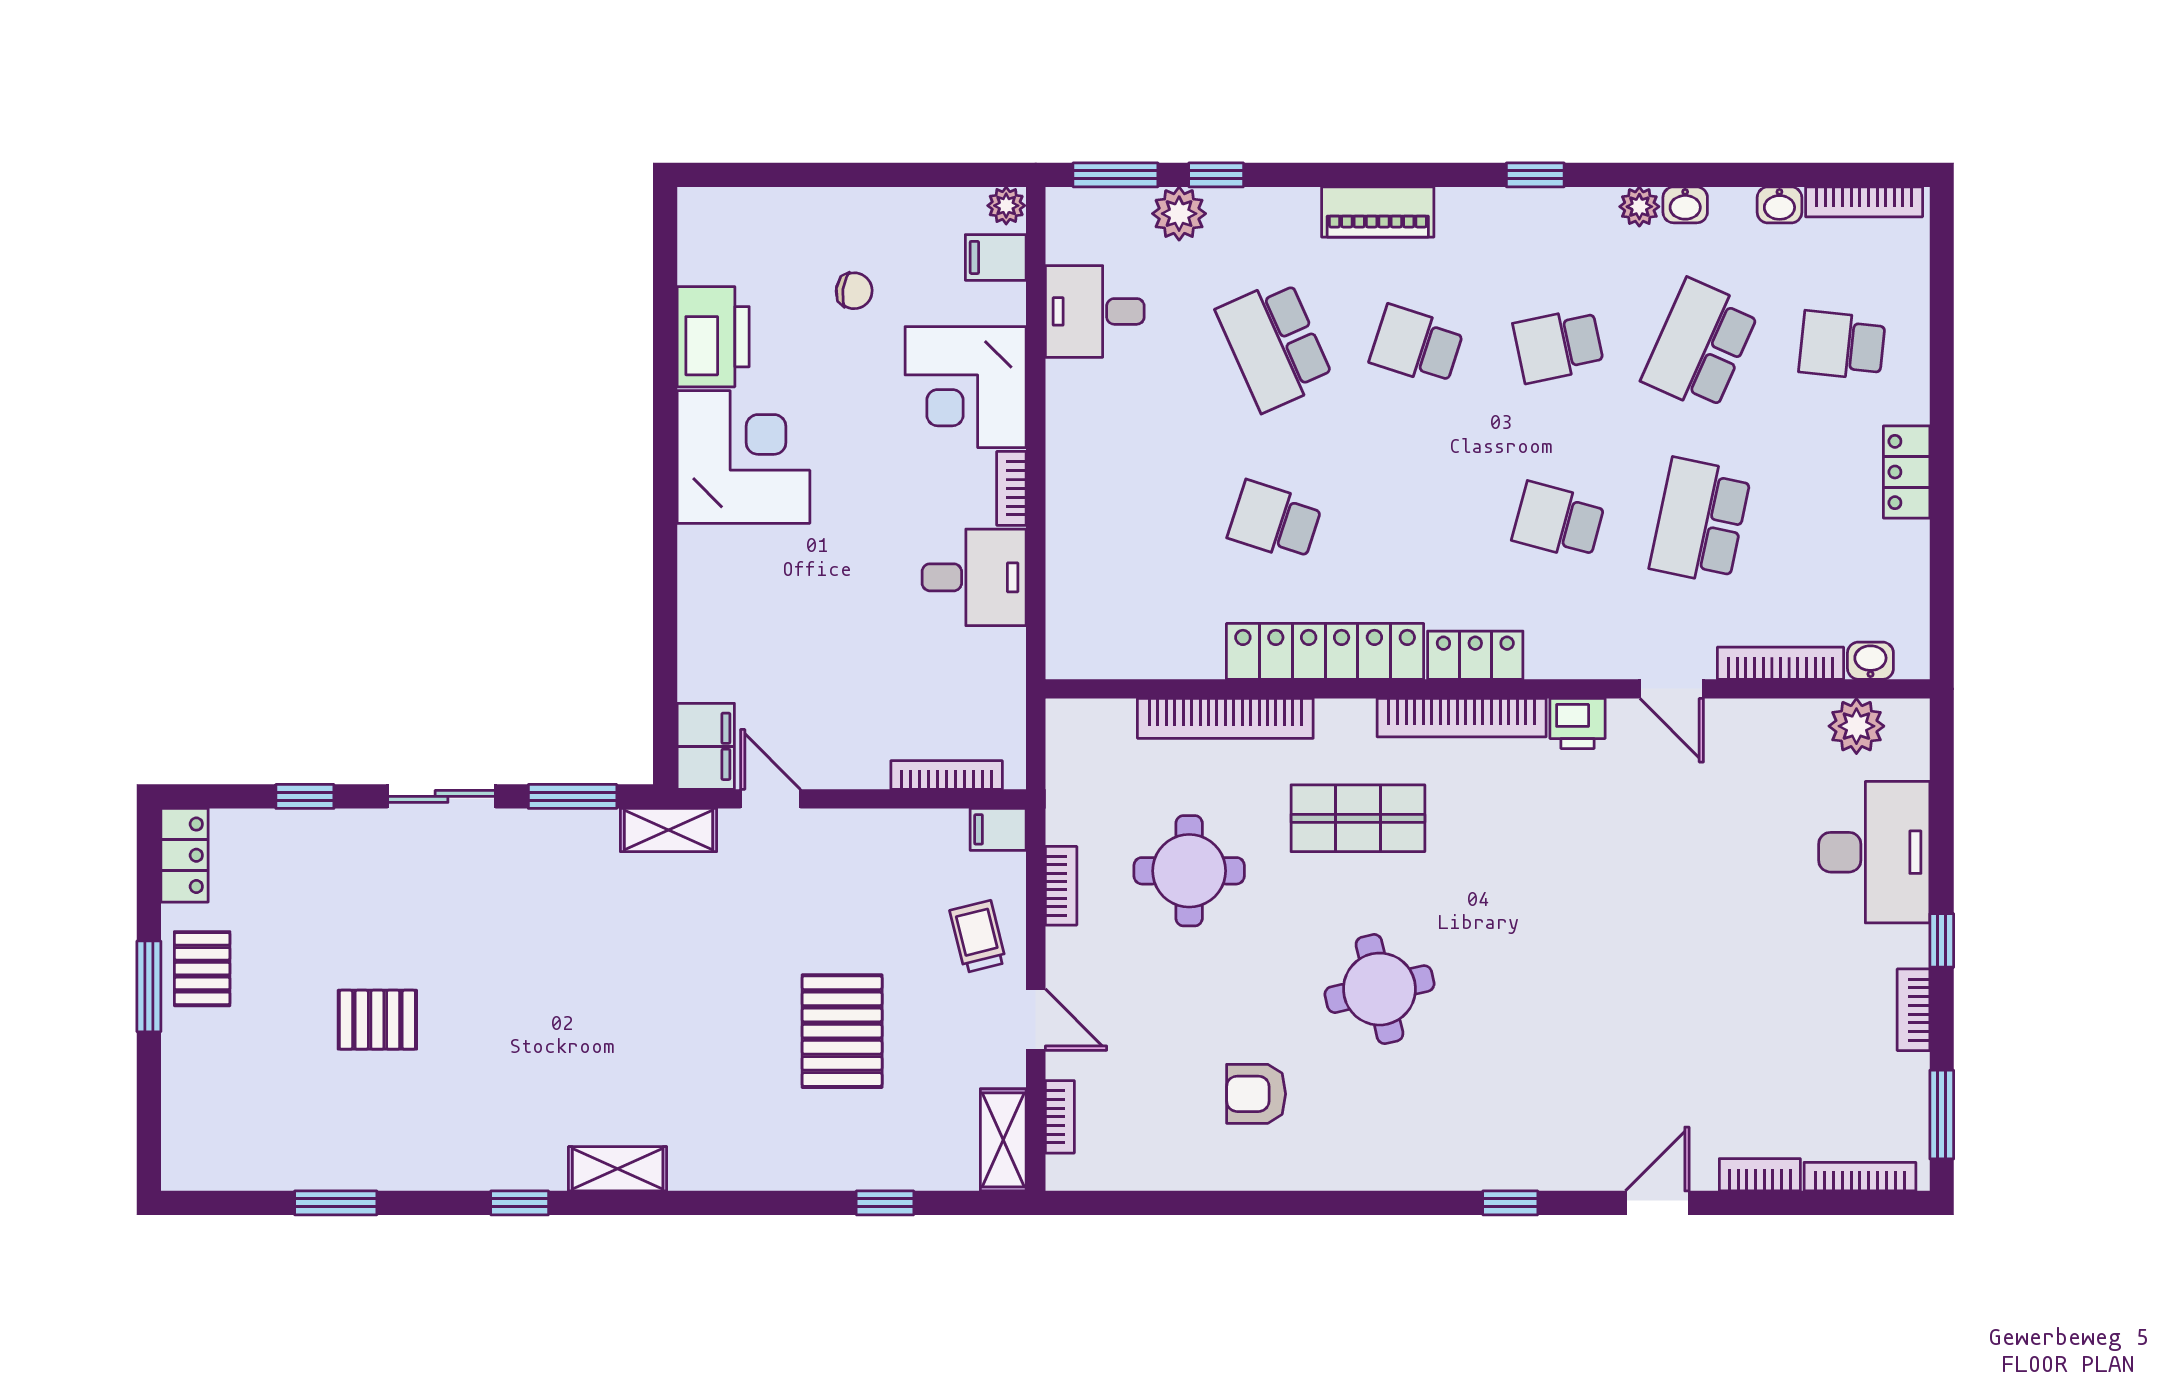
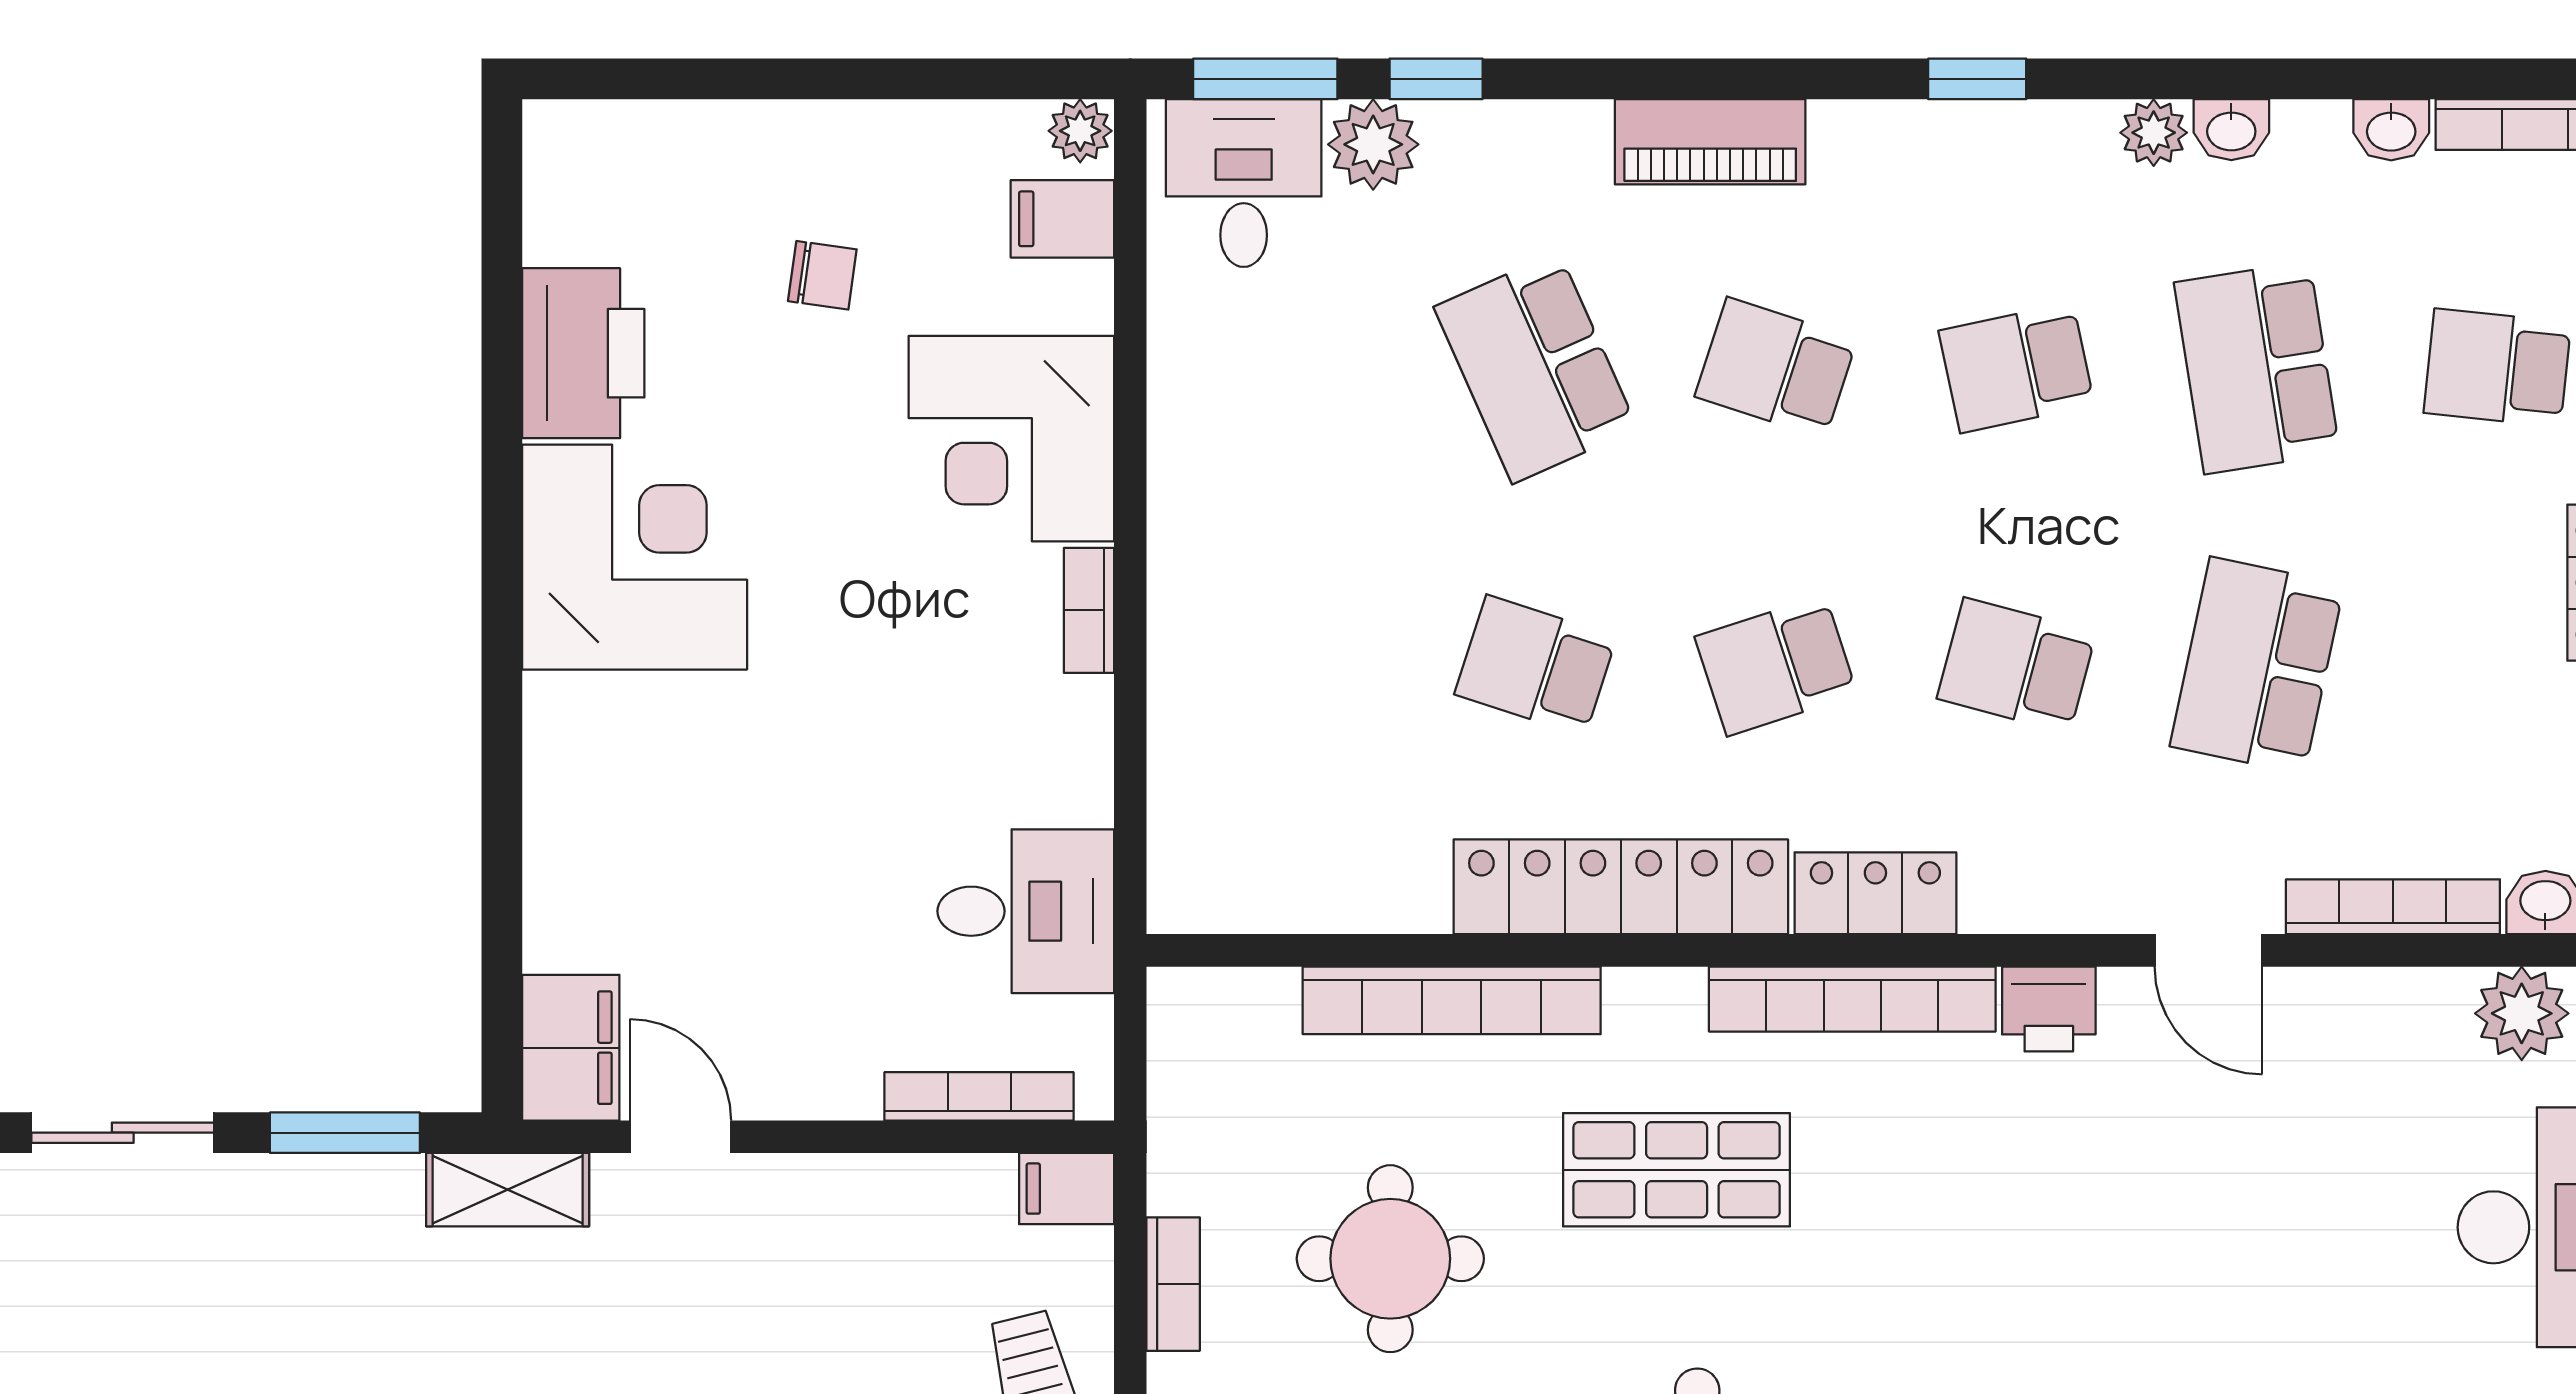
desk: (1095, 311) -> (1244, 183), moved, turned 90
school desk: (1700, 345) -> (2257, 368), turned -33
school desk: (1417, 521) -> (1776, 666), added
desk: (974, 577) -> (1026, 911), moved

